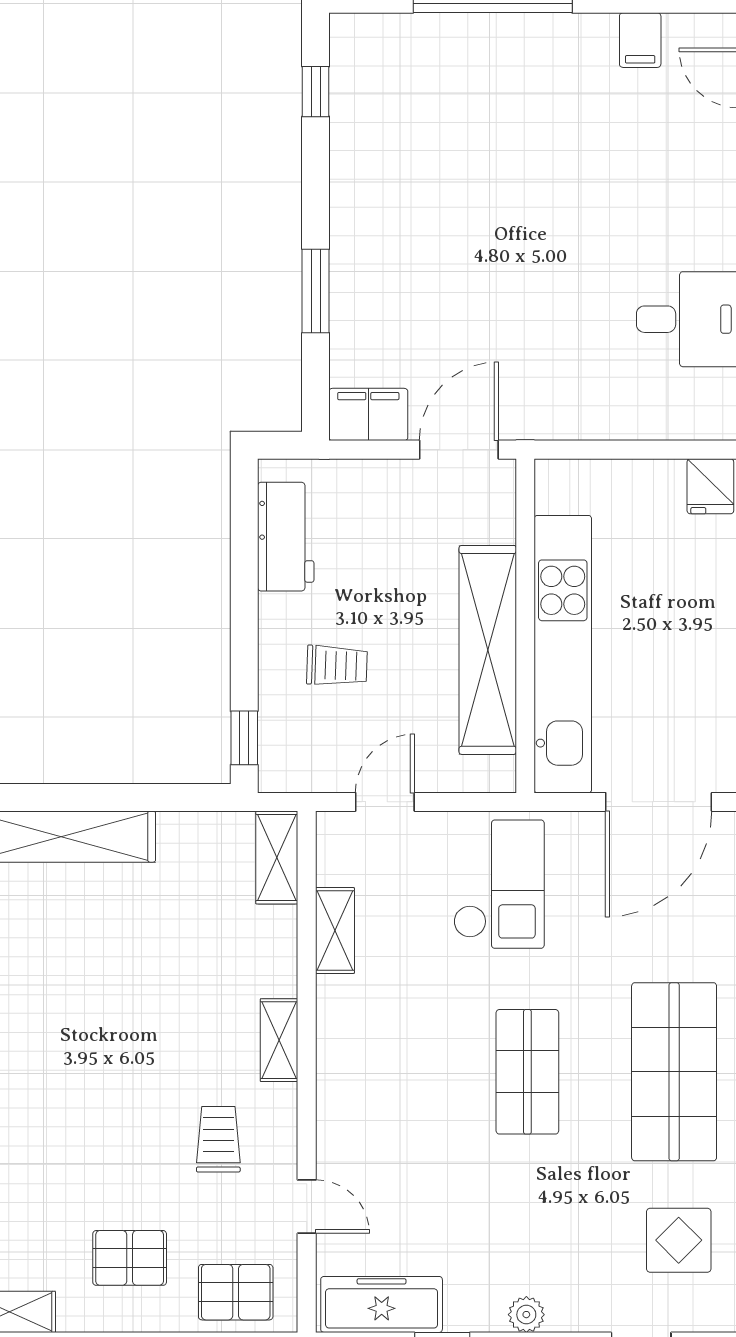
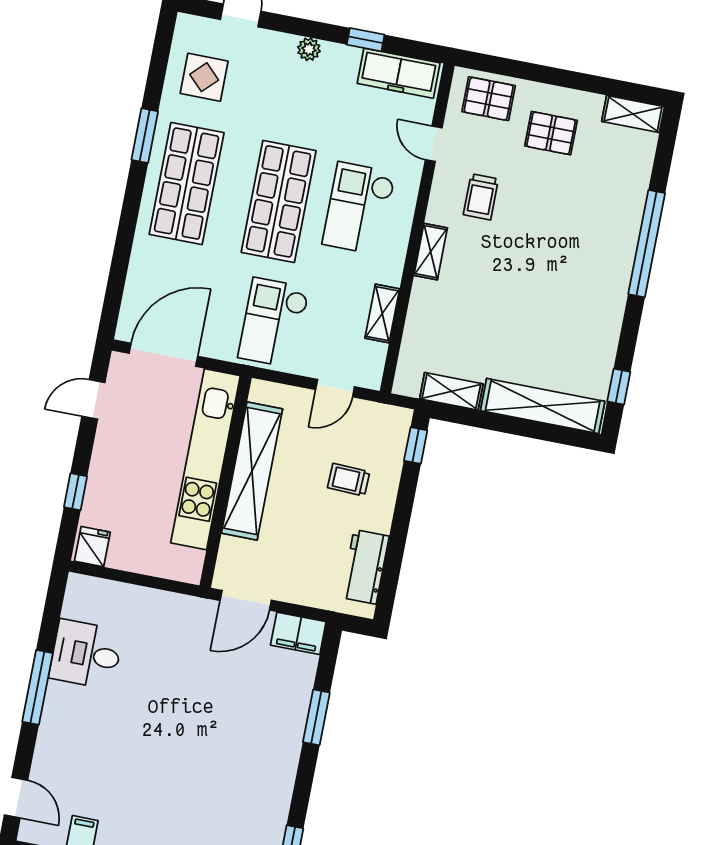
shelving: (277, 857) -> (451, 391), moved, turned 90
shop shelf: (527, 1072) -> (279, 201), width x1.43, depth x1.36
checkout: (402, 1085) -> (359, 208), added

